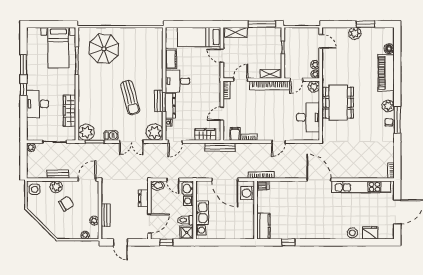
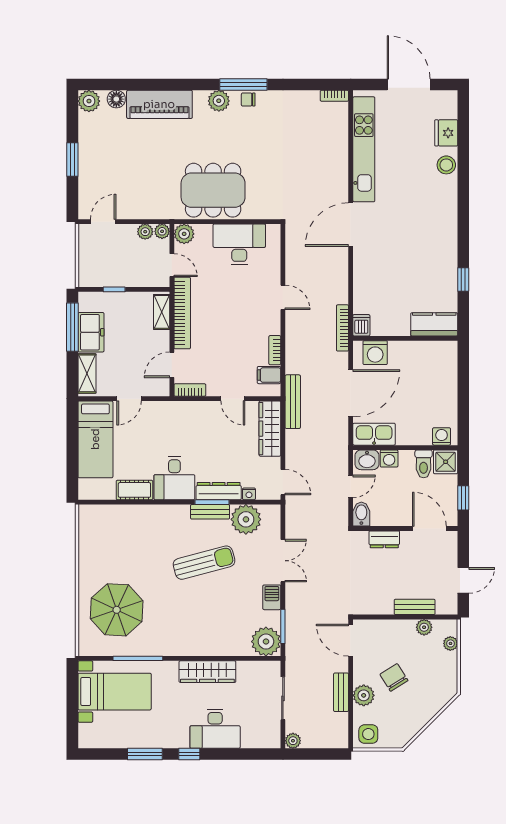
window: (366, 24) -> (72, 160), moved
plant: (355, 33) -> (89, 101), moved
freezer: (259, 35) -> (91, 332), added
door: (241, 80) -> (172, 365), hinge flipped
wardrobe: (69, 111) -> (207, 672), moved
plant: (154, 132) -> (246, 519), moved
wardrobe: (205, 134) -> (270, 429), width x1.50
kitchen sink: (202, 213) -> (374, 434), moved

